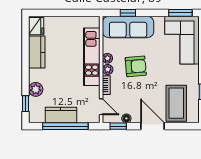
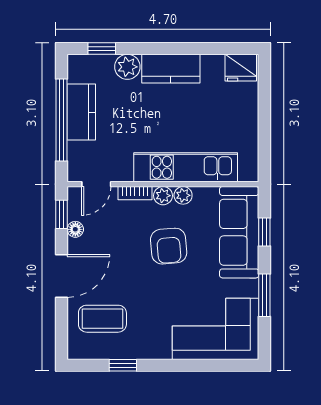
window: (180, 13) -> (264, 295), moved
kitchen counter: (37, 52) -> (171, 69), moved
coffee table: (176, 103) -> (102, 319), width x0.73, depth x0.76

